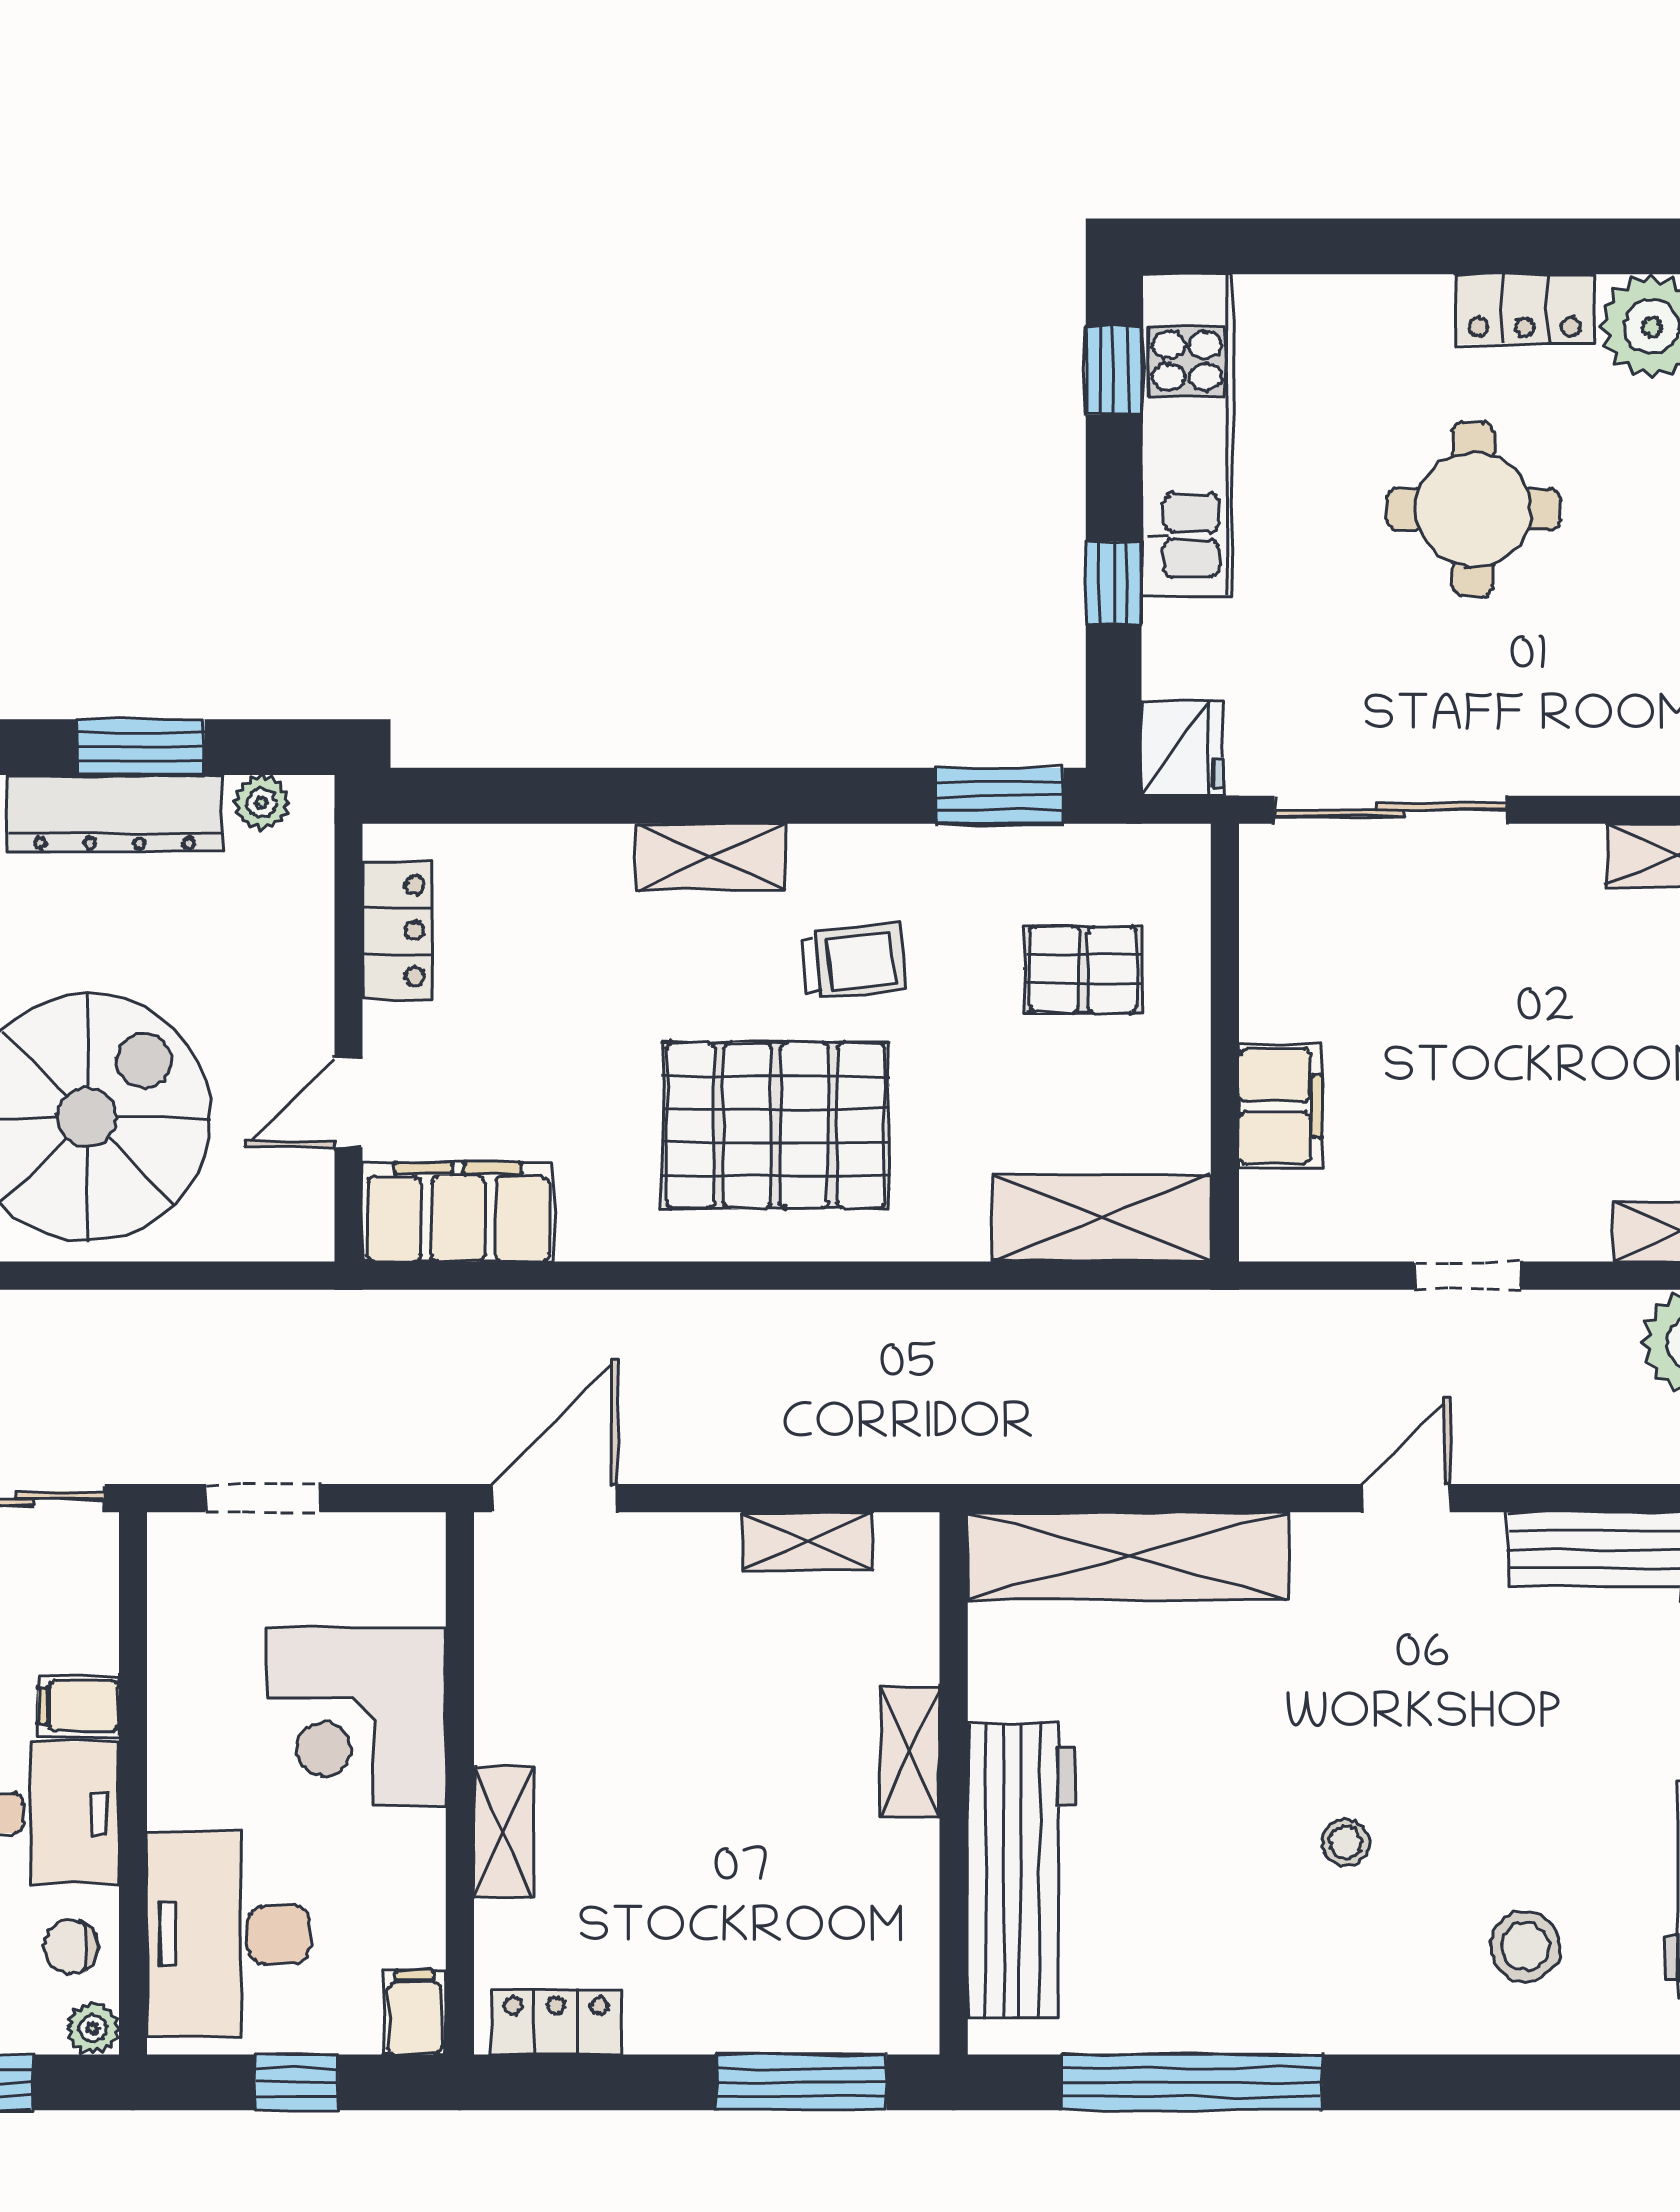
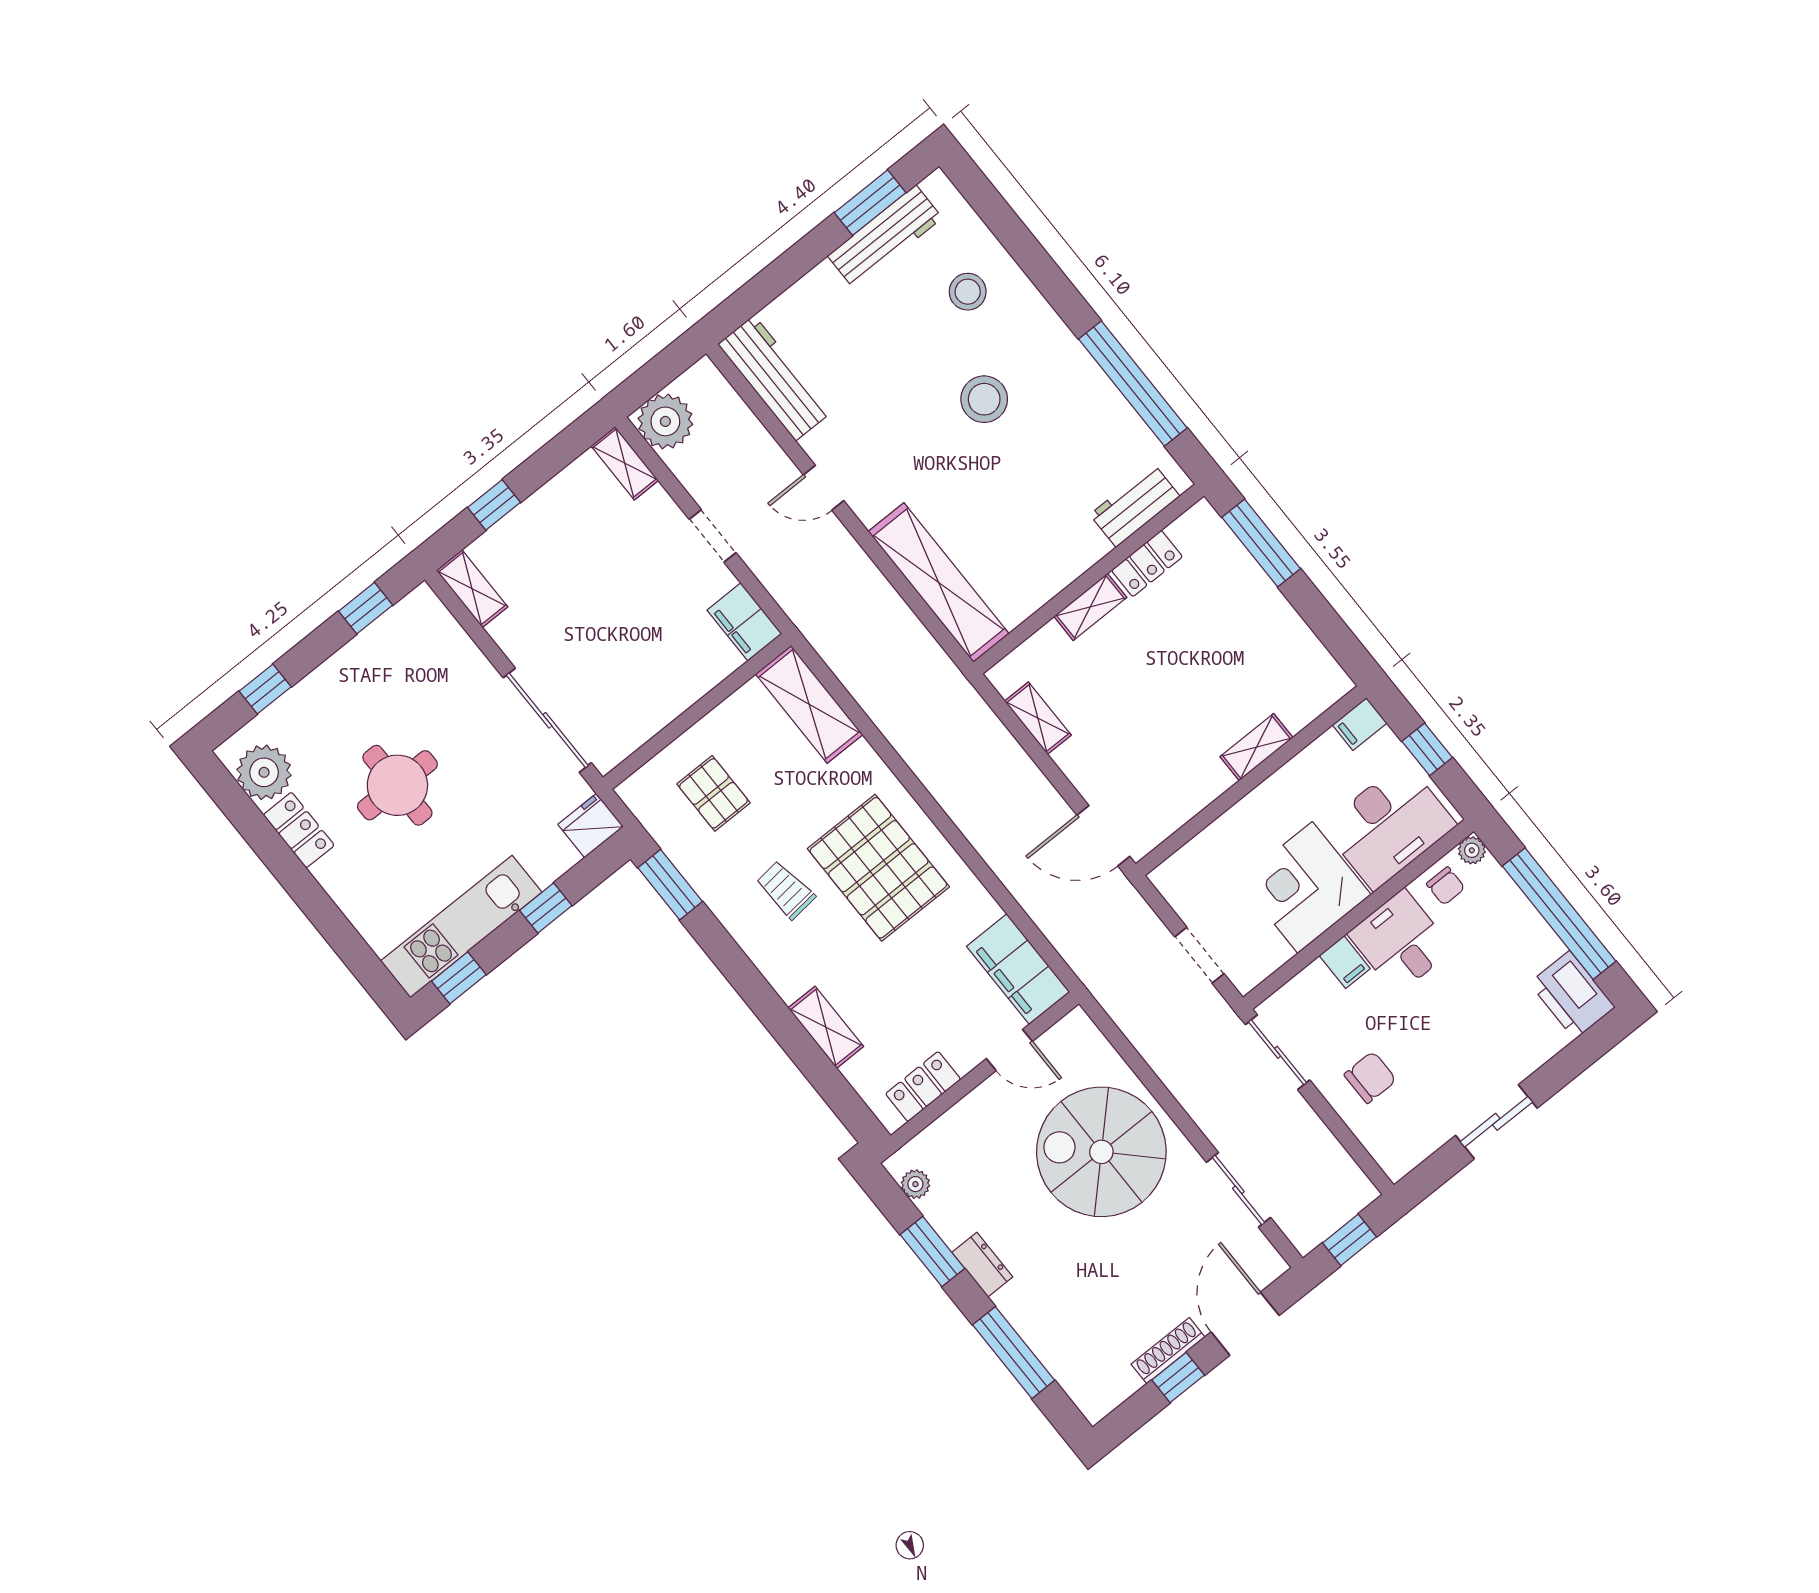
dresser: (114, 813) -> (982, 1265), width x0.51, depth x0.80
shelving: (711, 857) -> (826, 1027), moved
filing cabinet: (1280, 1107) -> (744, 622), moved, turned -90
corner desk: (356, 1717) -> (1305, 888), moved, turned 180
stool: (1346, 1843) -> (984, 399), width x1.89, depth x1.89
workbench: (1021, 1871) -> (1135, 505), width x0.53, depth x0.76
locker: (556, 2022) -> (1147, 564), moved, turned -90

